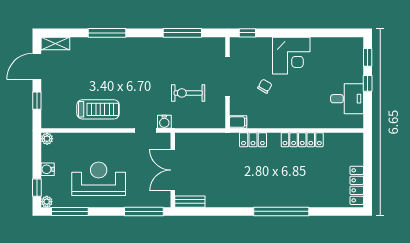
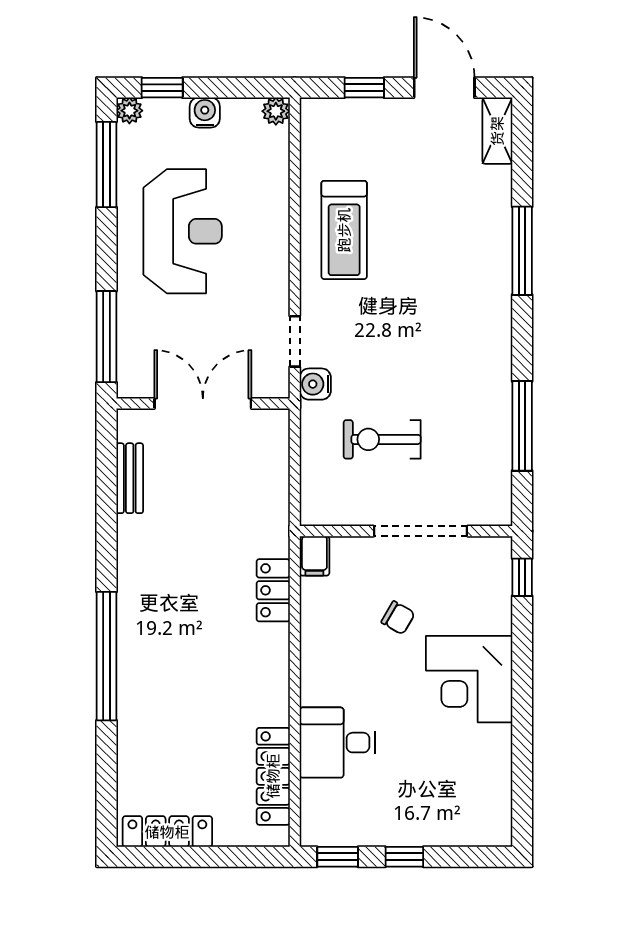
window: (368, 57) -> (338, 857), moved
exercise bike: (188, 93) -> (382, 439), turned -90
desk: (347, 99) -> (338, 743), moved, turned 90
locker: (302, 140) -> (273, 776), moved
bench: (190, 202) -> (130, 478), moved

